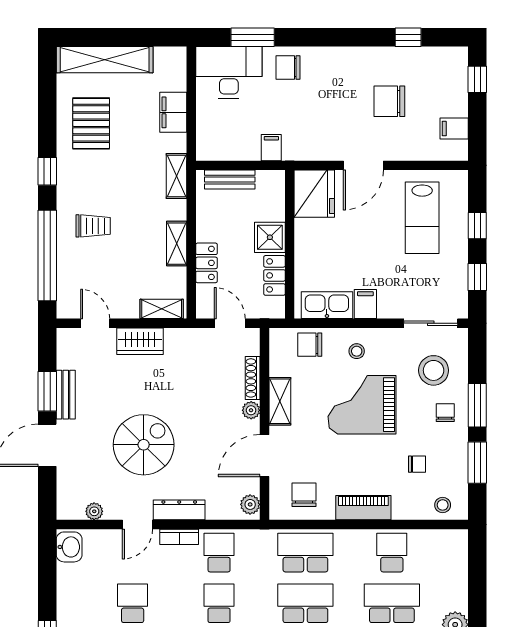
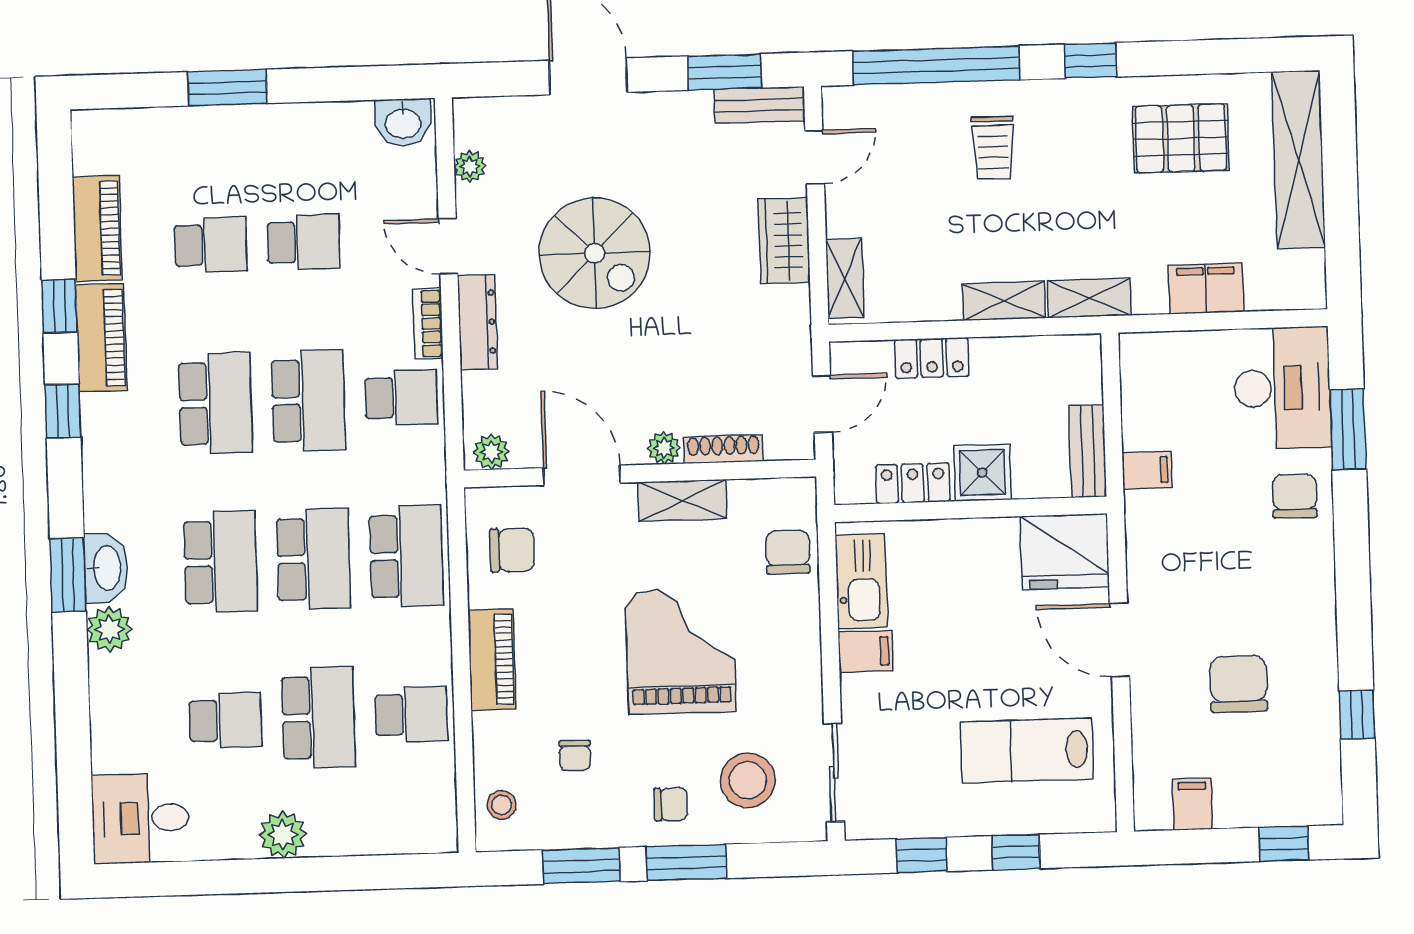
bench: (230, 180) -> (1088, 451), moved
shelving: (177, 244) -> (1004, 301), moved
stool: (357, 351) -> (779, 638), removed
window: (47, 391) -> (725, 72), moved
bench: (66, 395) -> (760, 105), moved
school desk: (219, 603) -> (308, 400), width x1.85

